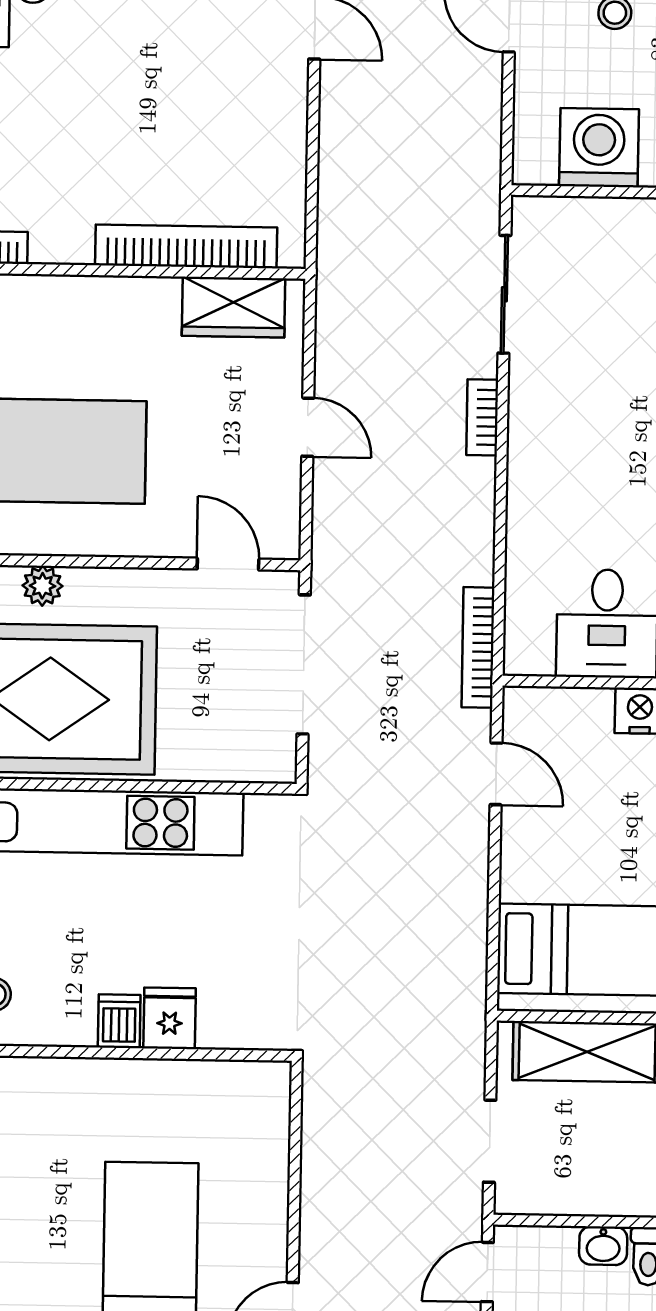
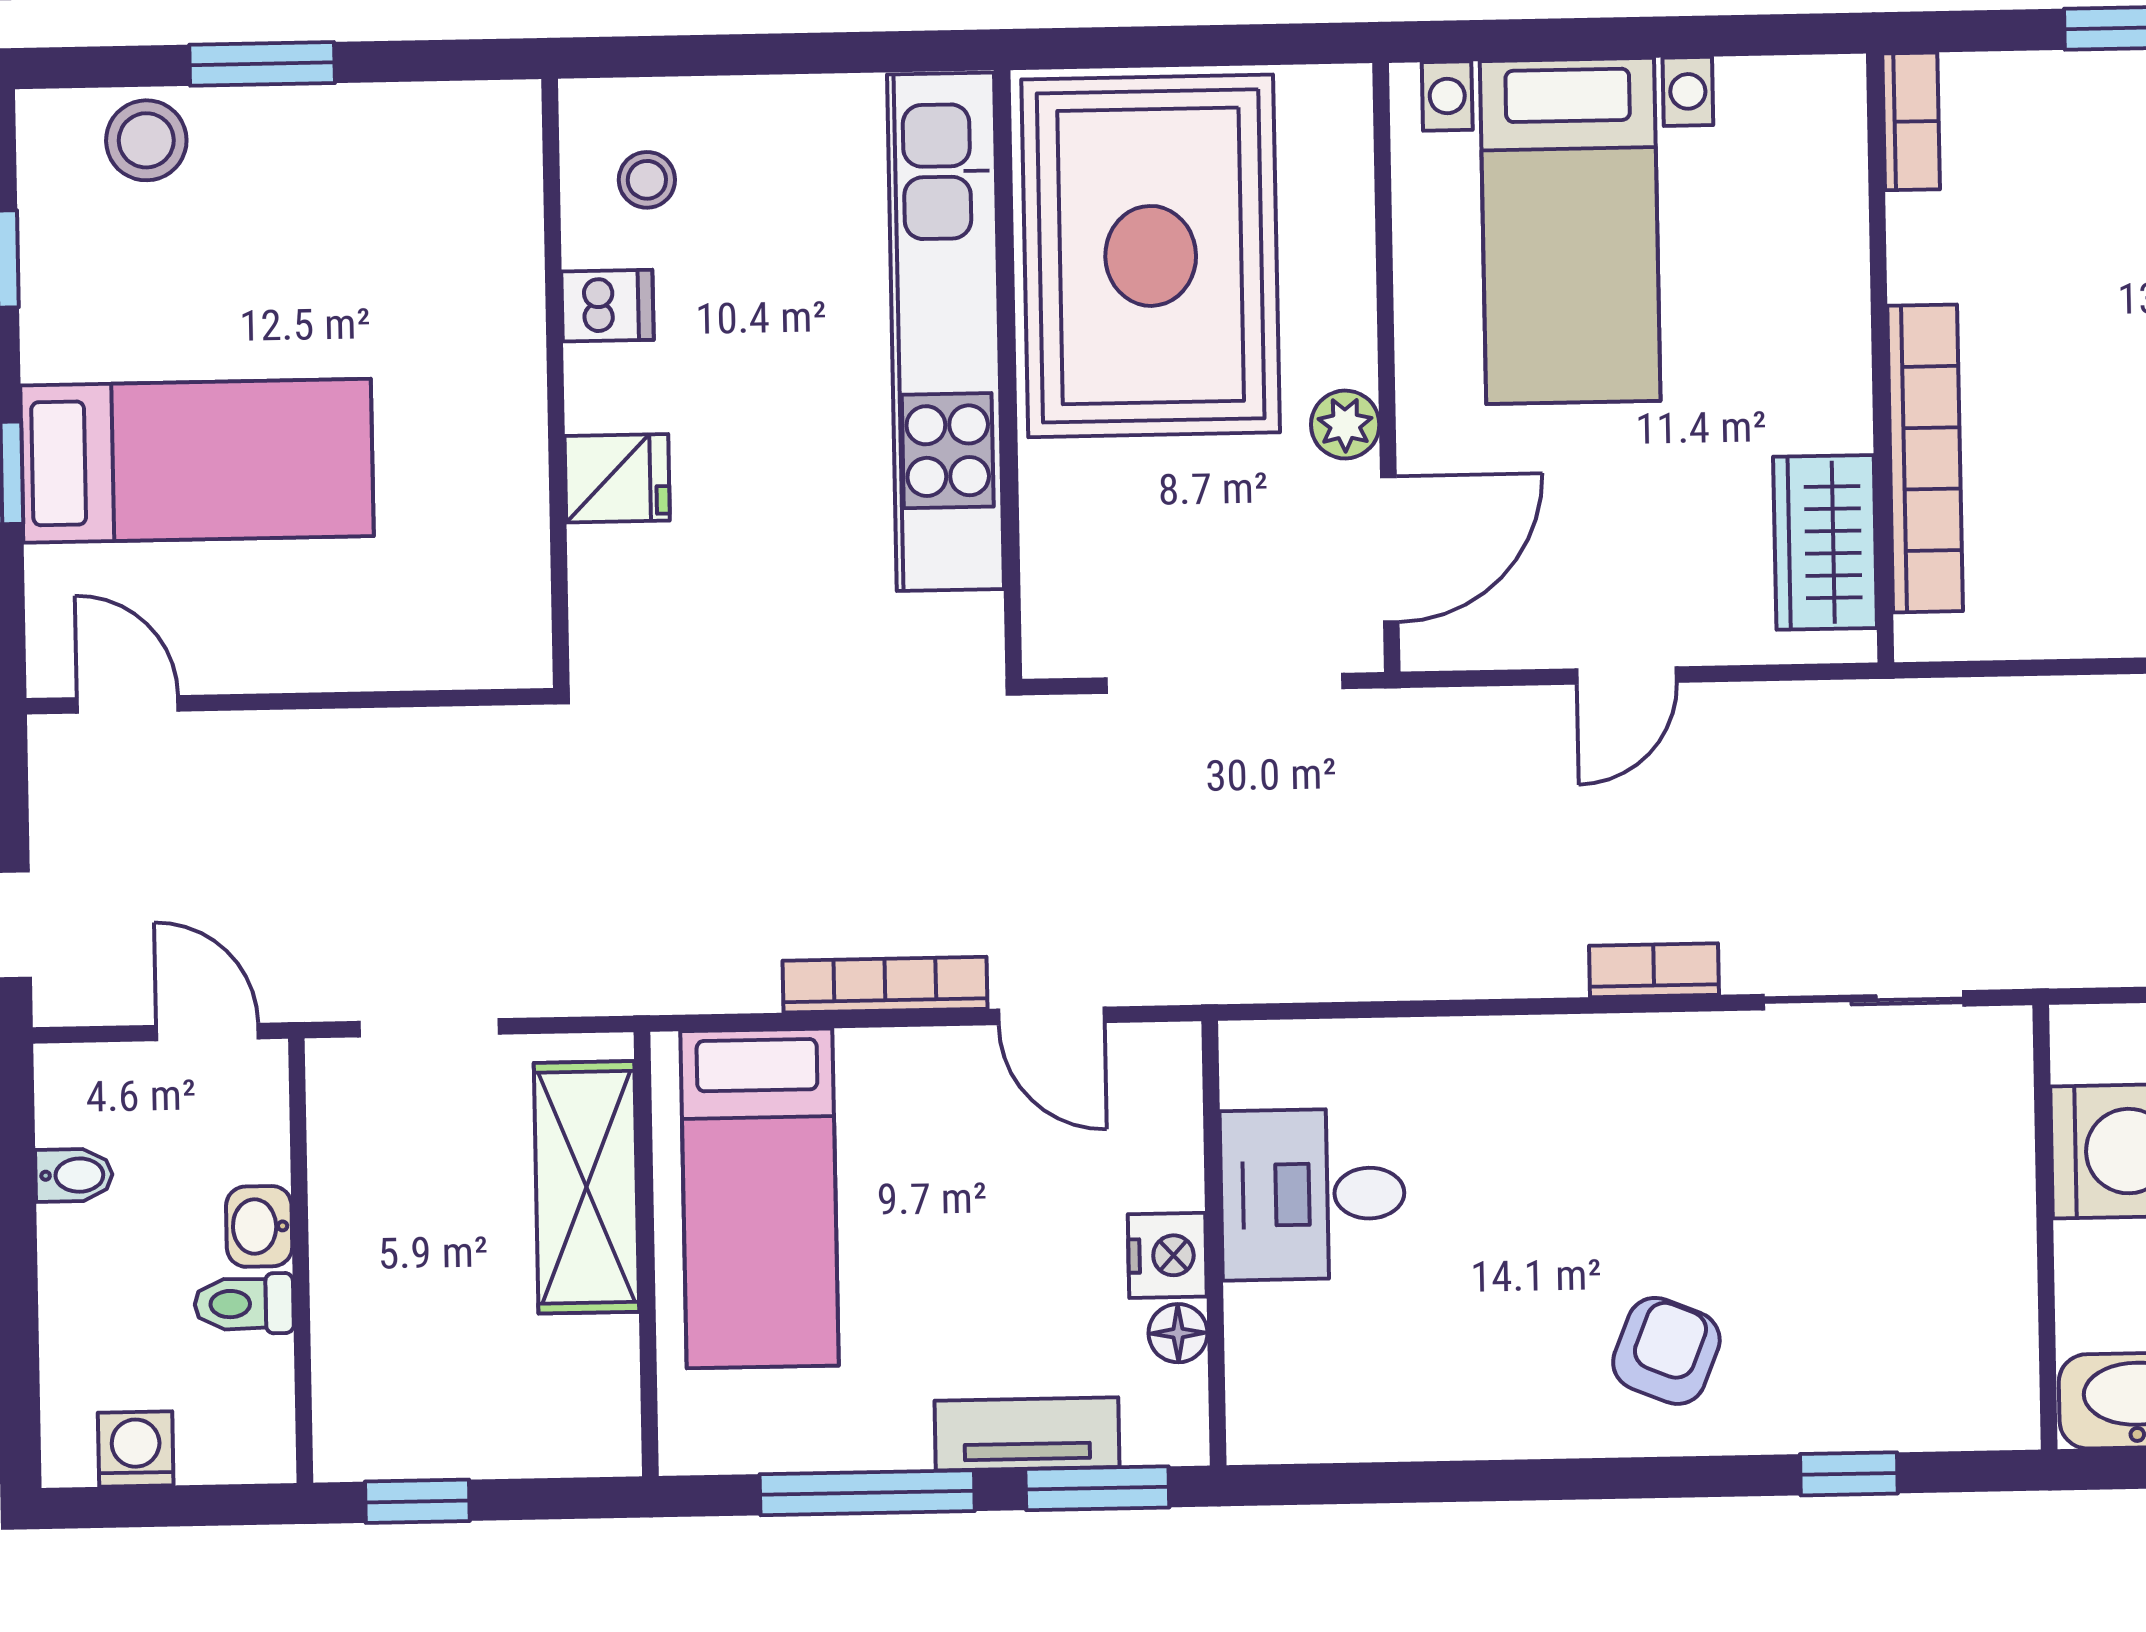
door: (228, 564) -> (1390, 549), width x1.38
plant: (42, 586) -> (1345, 425), moved
bookcase: (478, 647) -> (885, 985), moved
door: (496, 774) -> (1051, 1016), hinge flipped
dishwasher: (119, 1021) -> (607, 306), moved

